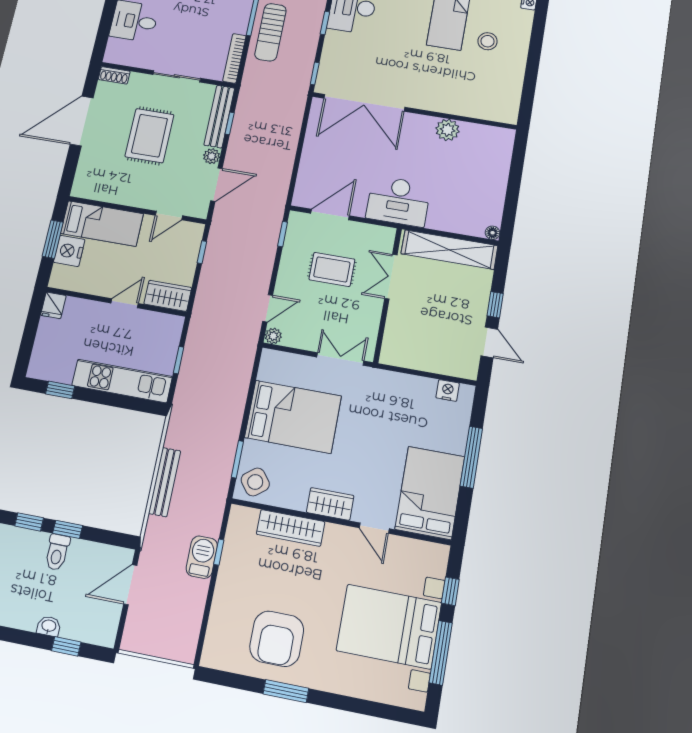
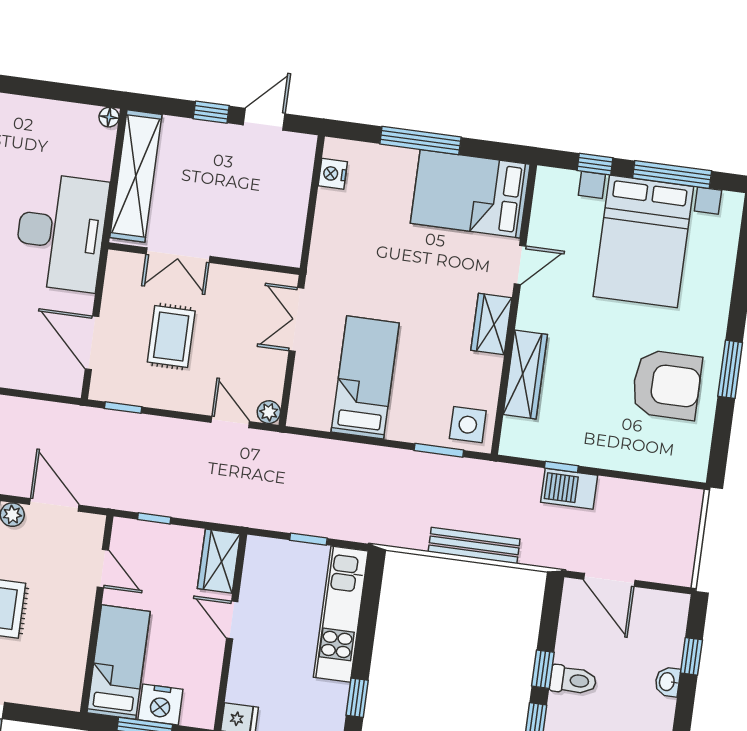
desk: (398, 201) -> (61, 232), width x1.36, depth x1.30
bed: (293, 417) -> (365, 377), width x0.67
side table: (255, 482) -> (468, 425), turned 38

